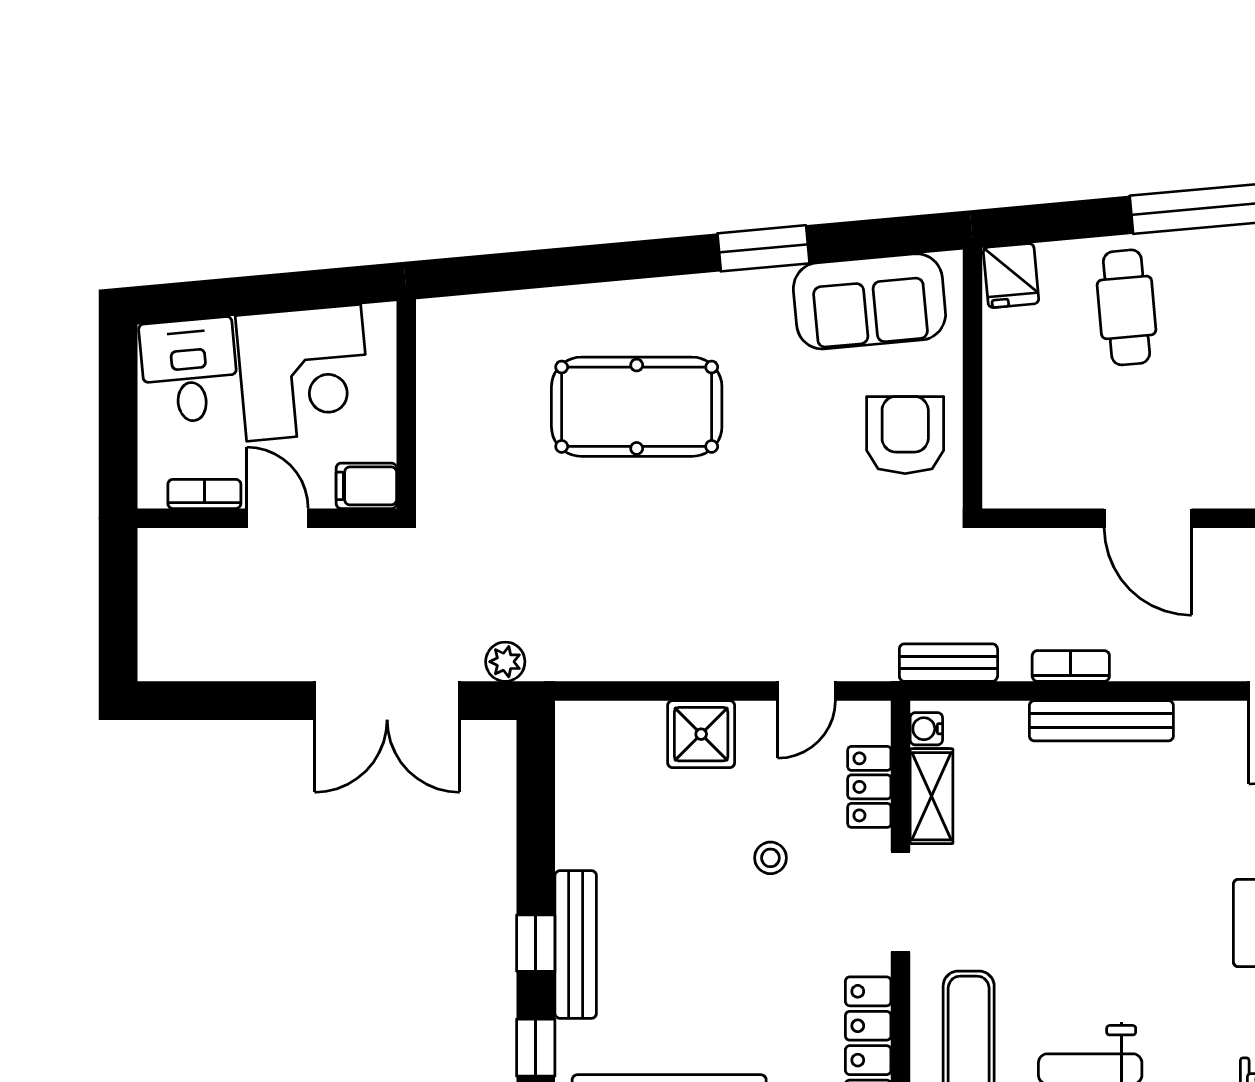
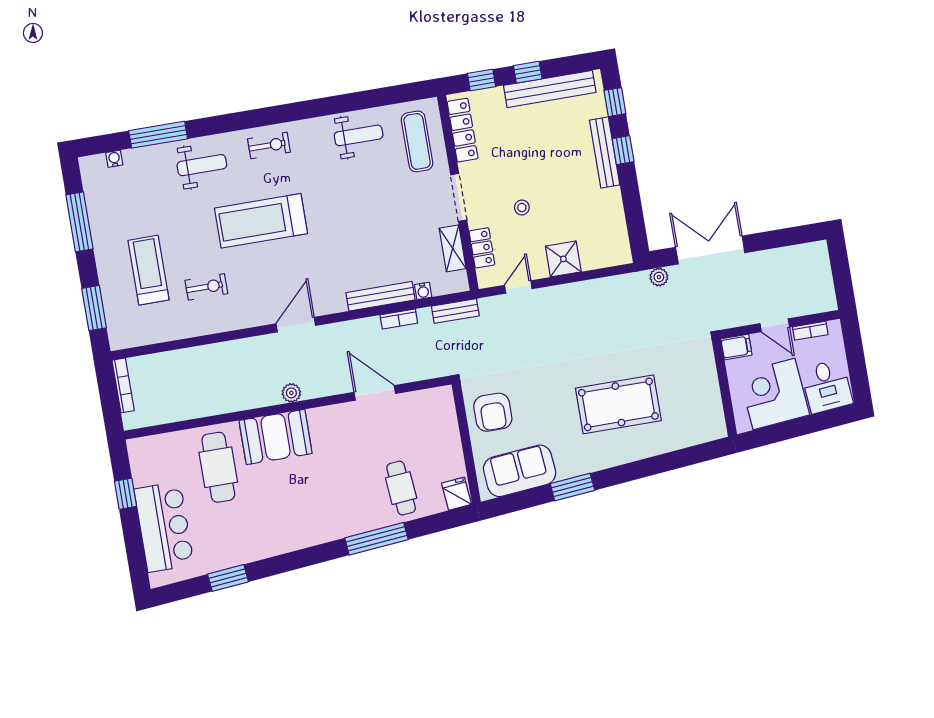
water cooler: (926, 729) -> (423, 291), moved, turned 90

